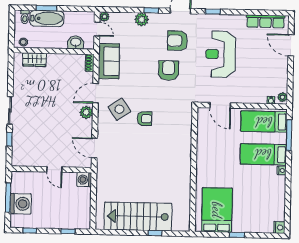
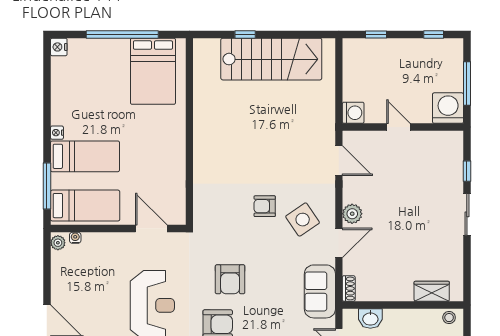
washing machine: (21, 204) -> (448, 108), moved, turned 90
window: (237, 235) -> (122, 34), width x3.17

